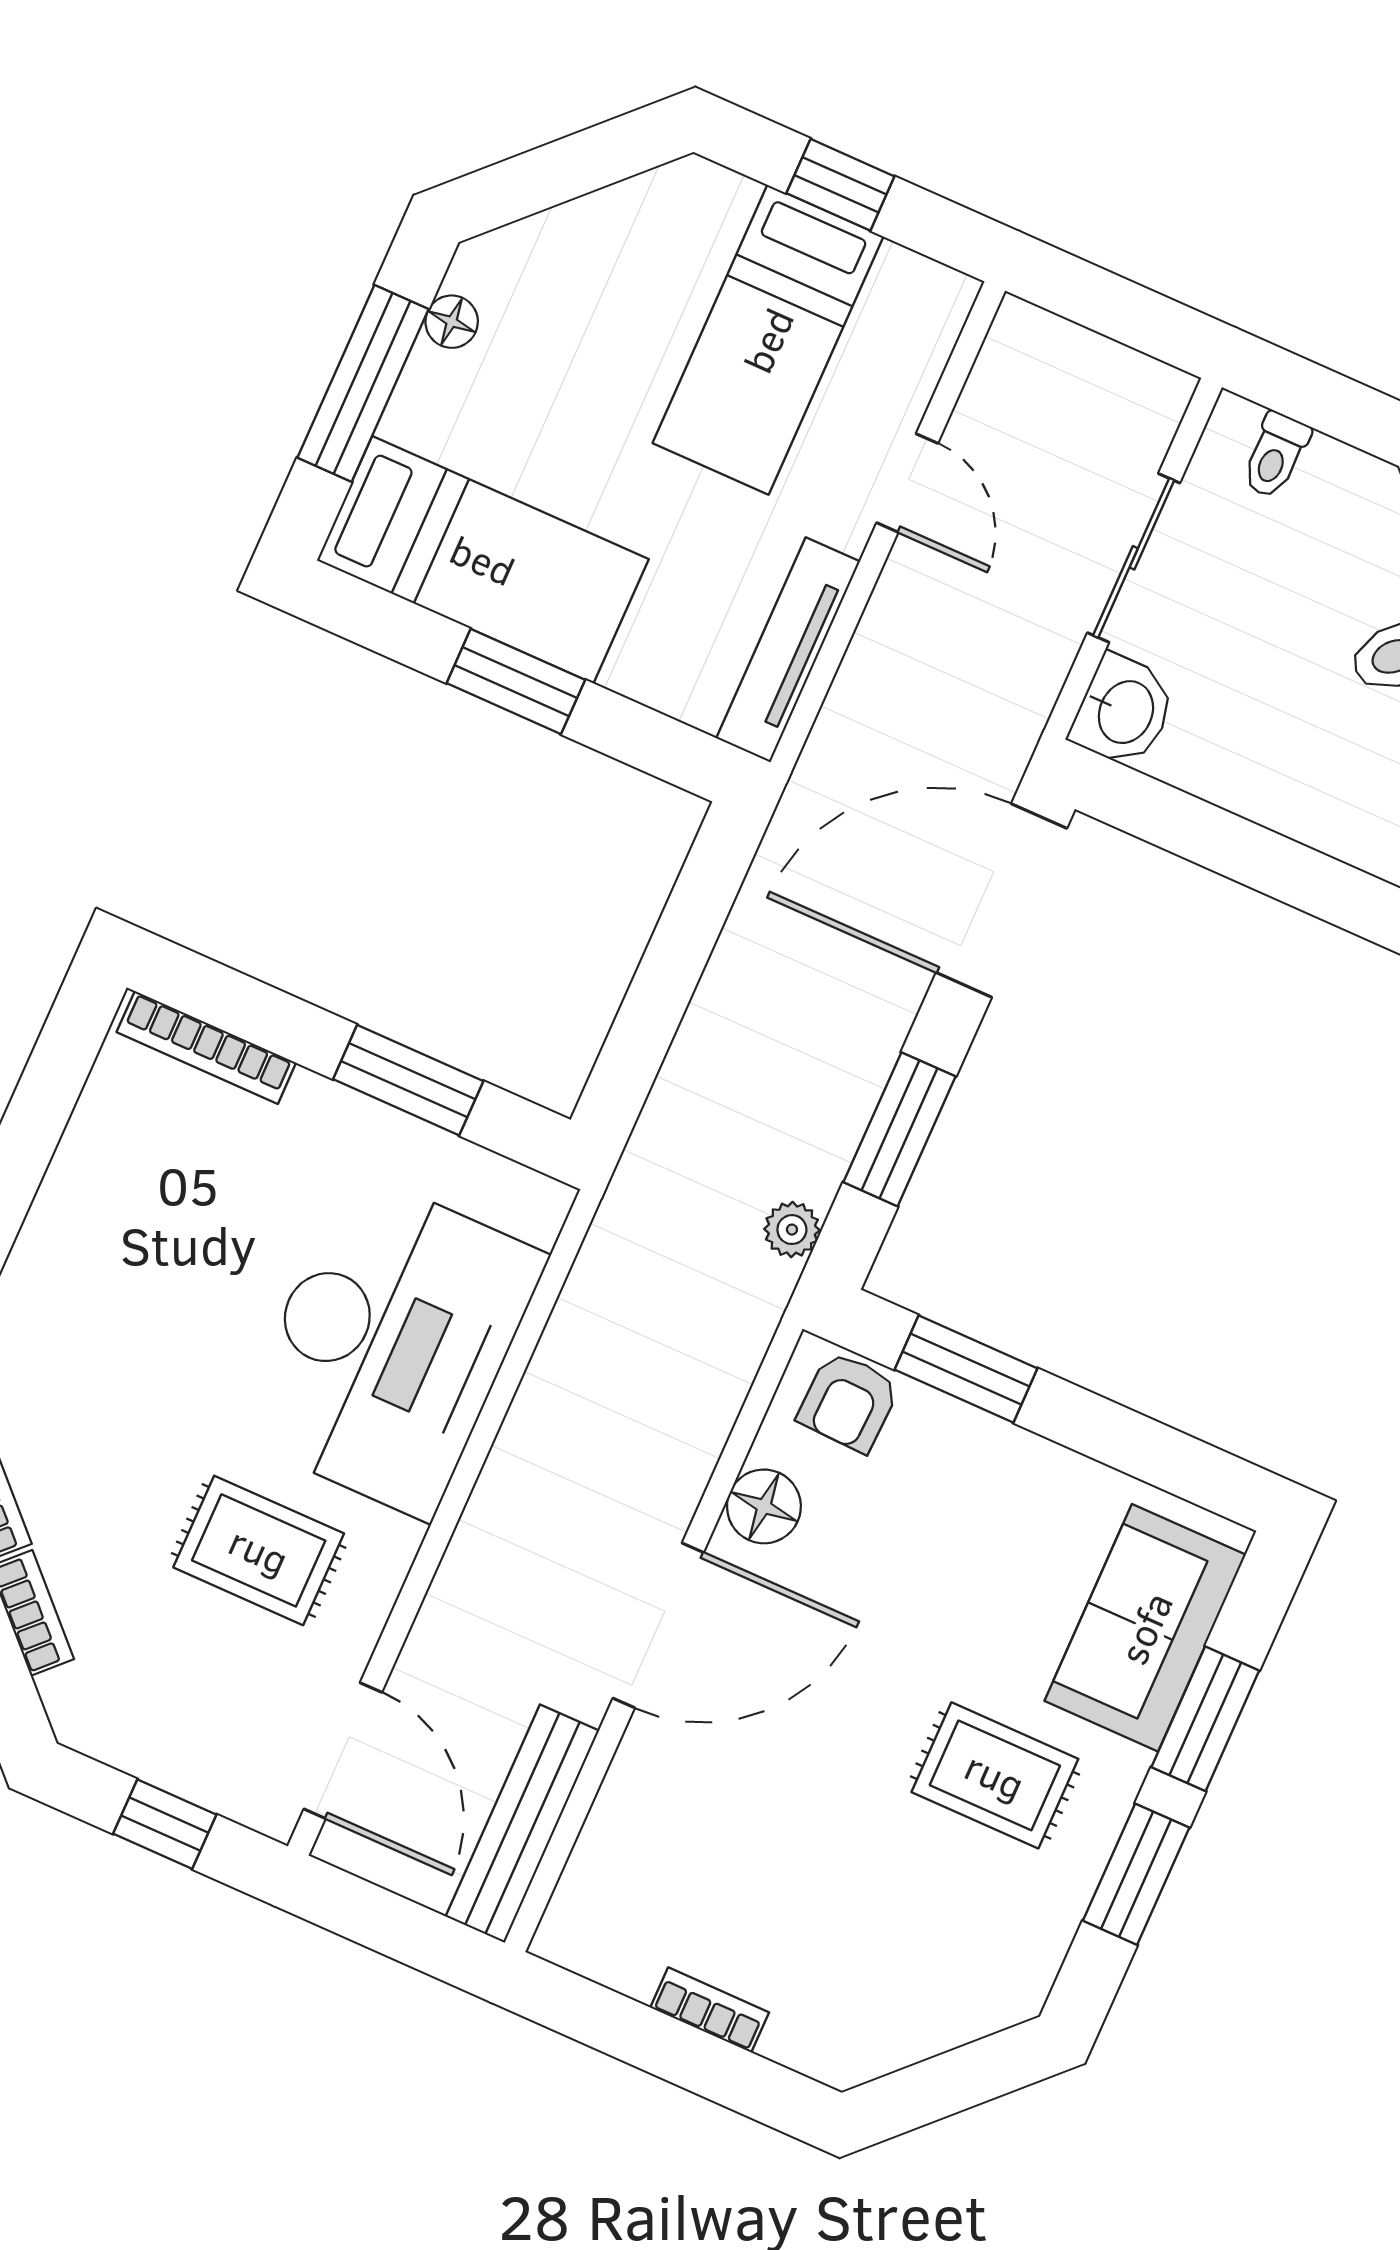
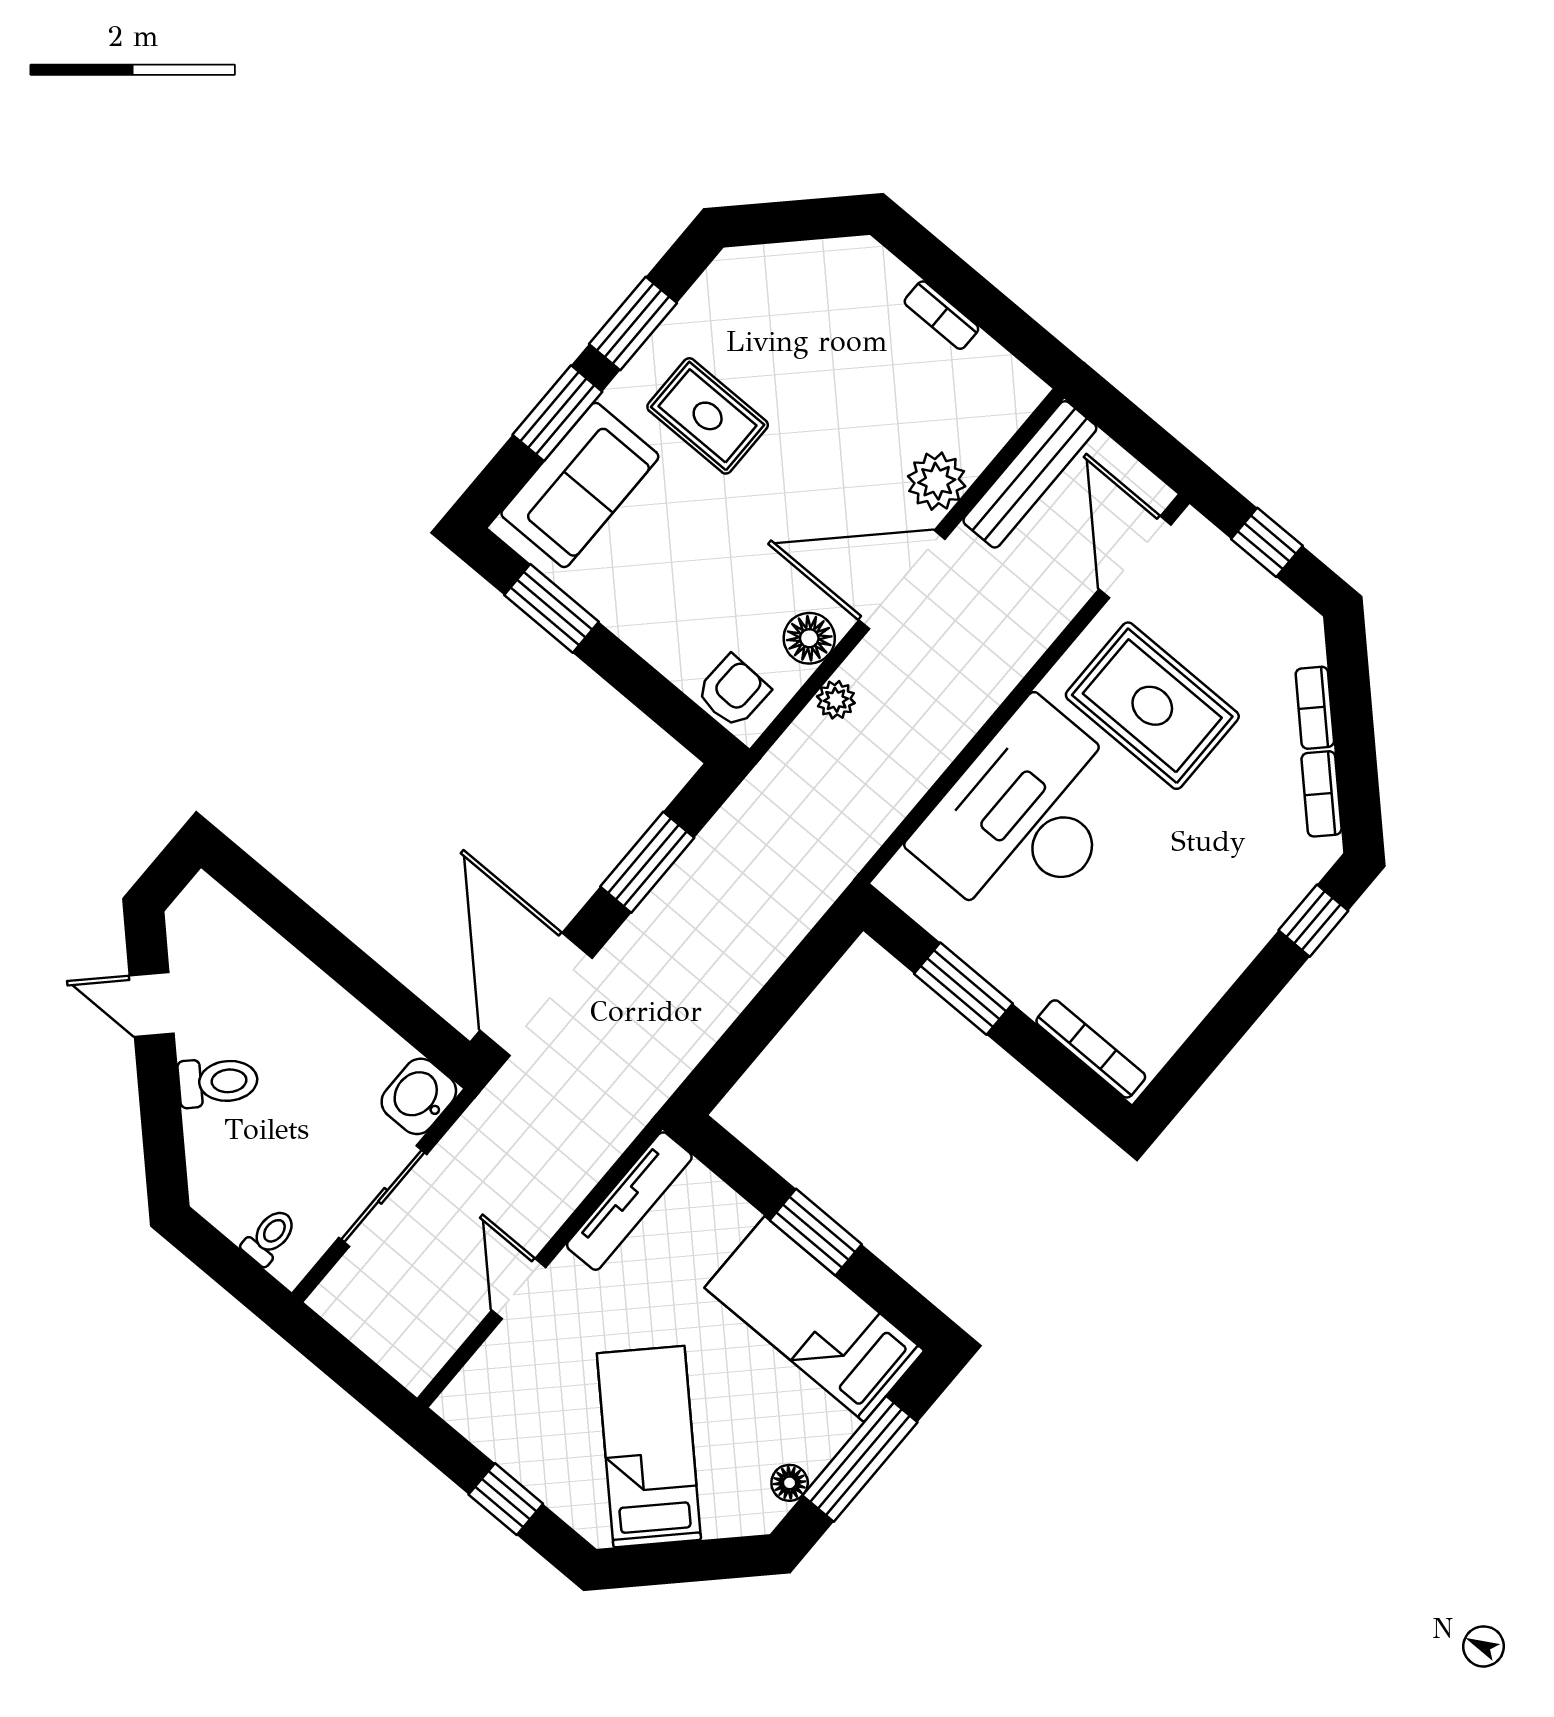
bed: (768, 340) -> (649, 1447), moved, turned -45
door: (1001, 900) -> (536, 994), swing flipped
plant: (792, 1230) -> (836, 700), moved
window: (966, 1369) -> (551, 608), moved
rug: (259, 1550) -> (1152, 706), width x1.36, depth x1.43
plant: (649, 1777) -> (937, 481), added

